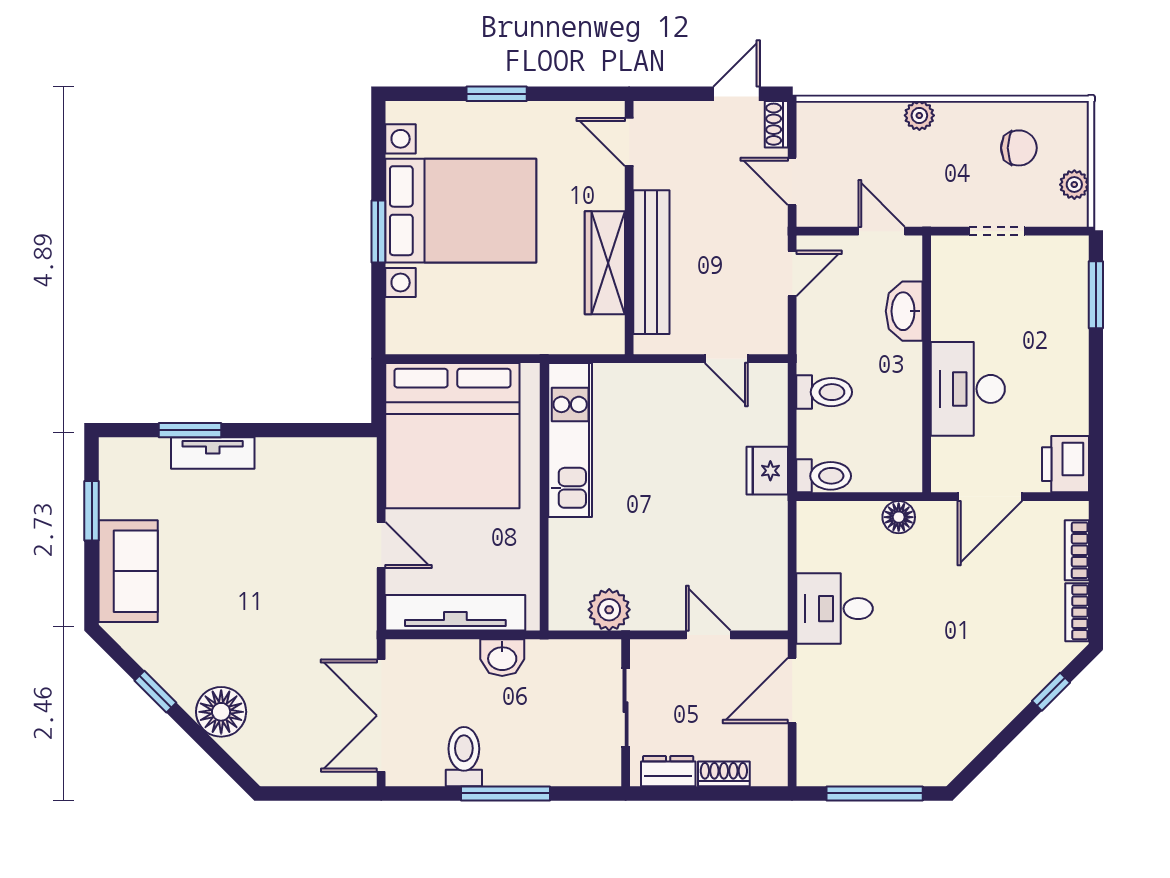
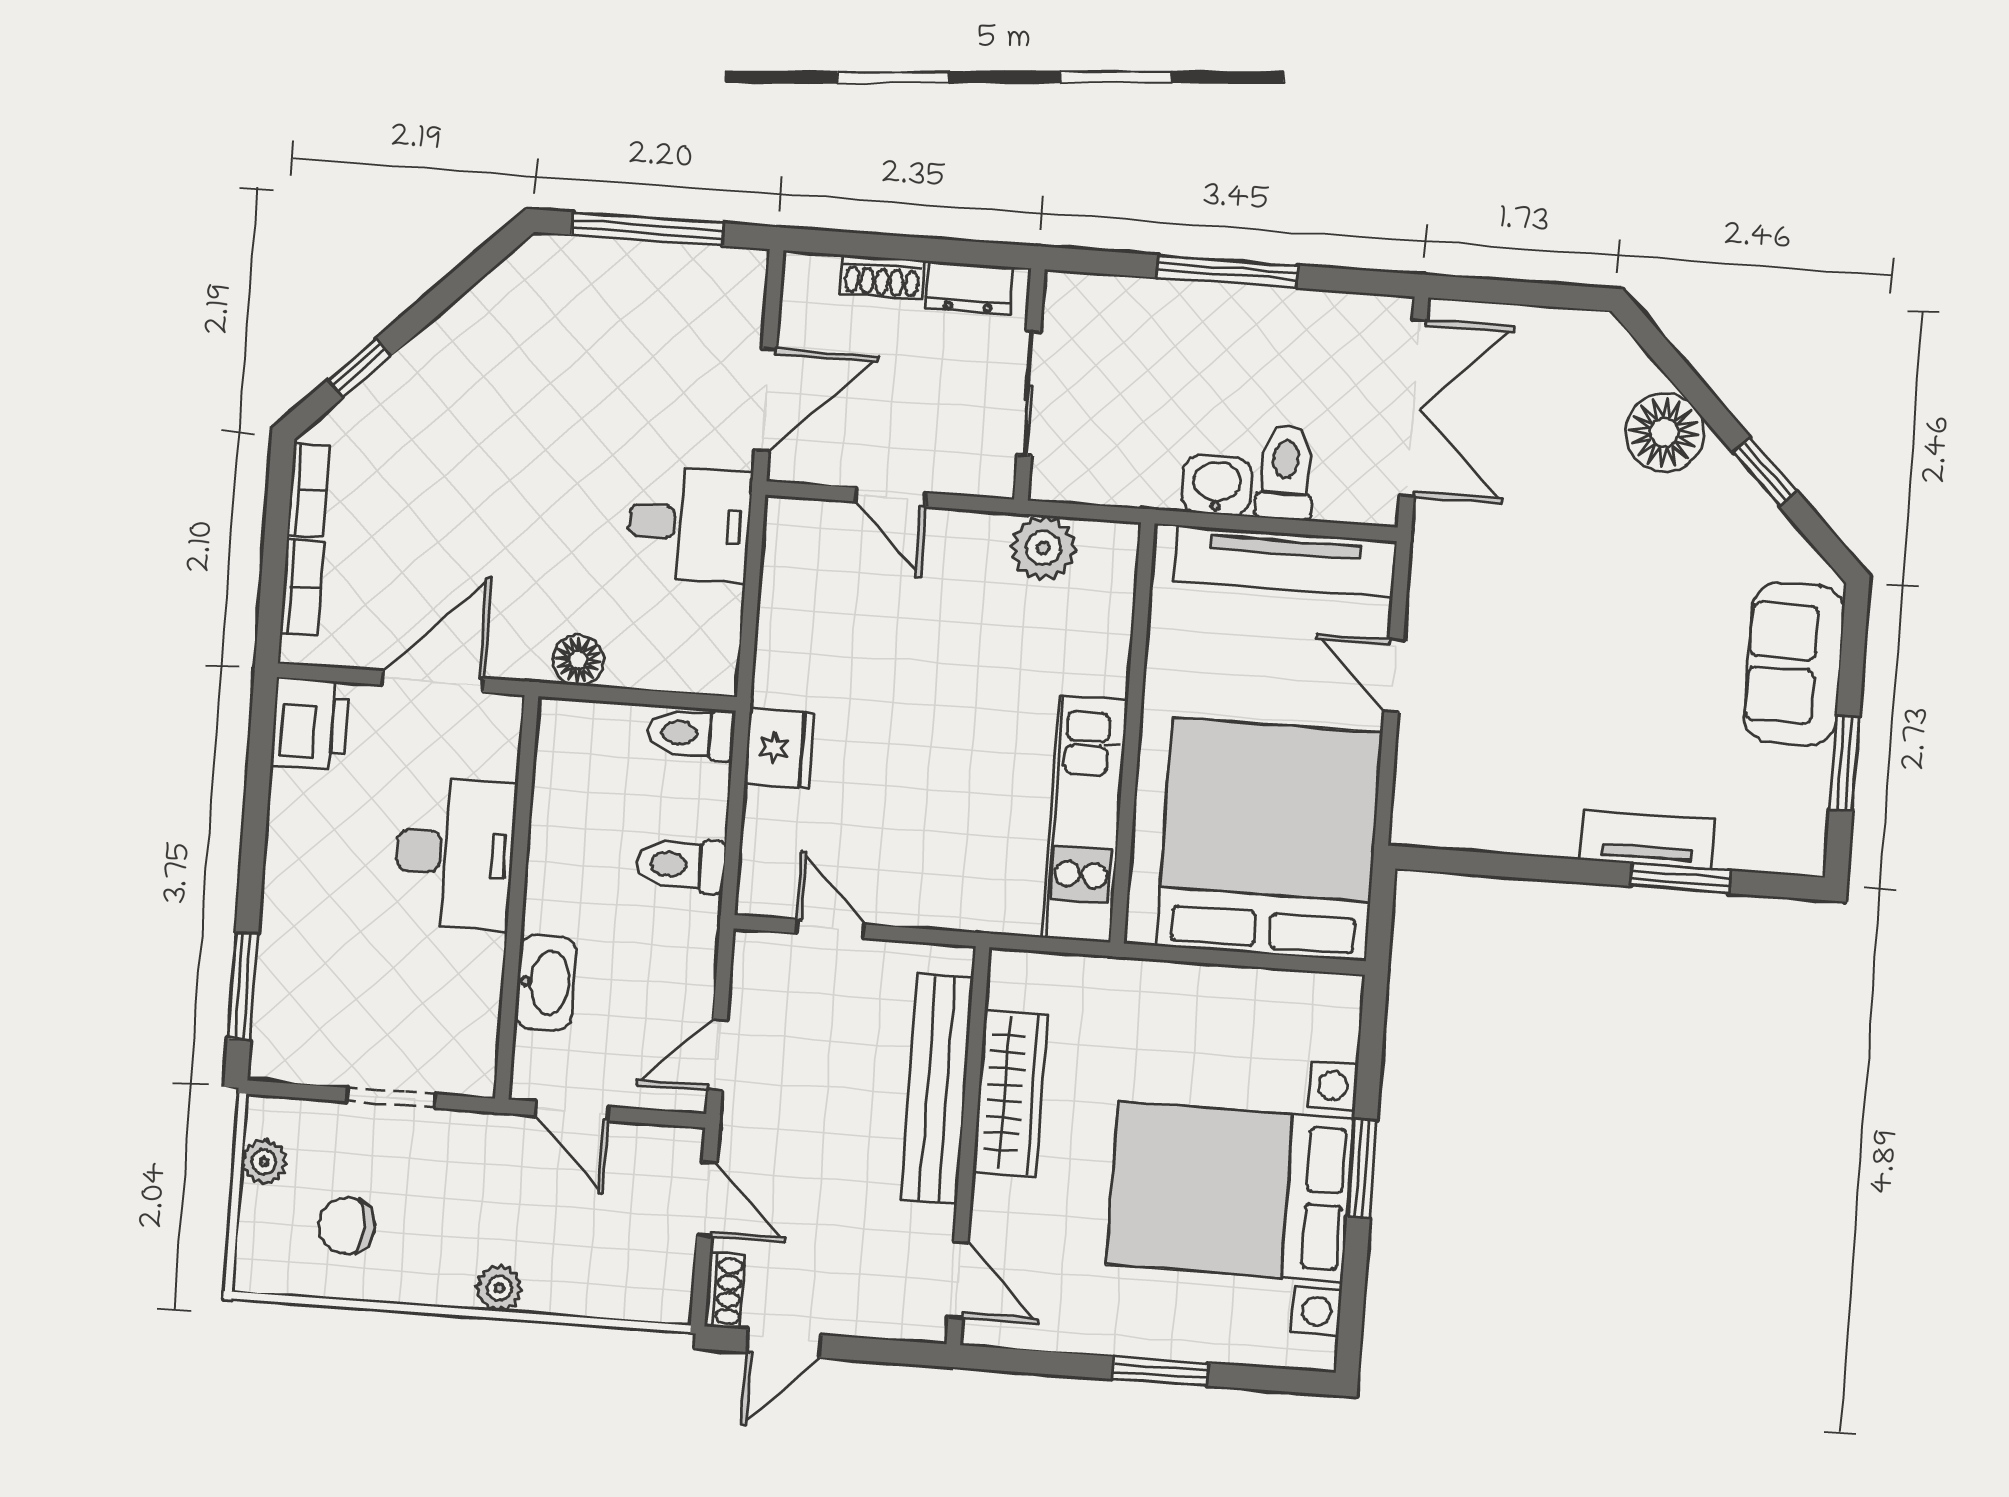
toilet: (464, 757) -> (1285, 473), moved, turned 180

